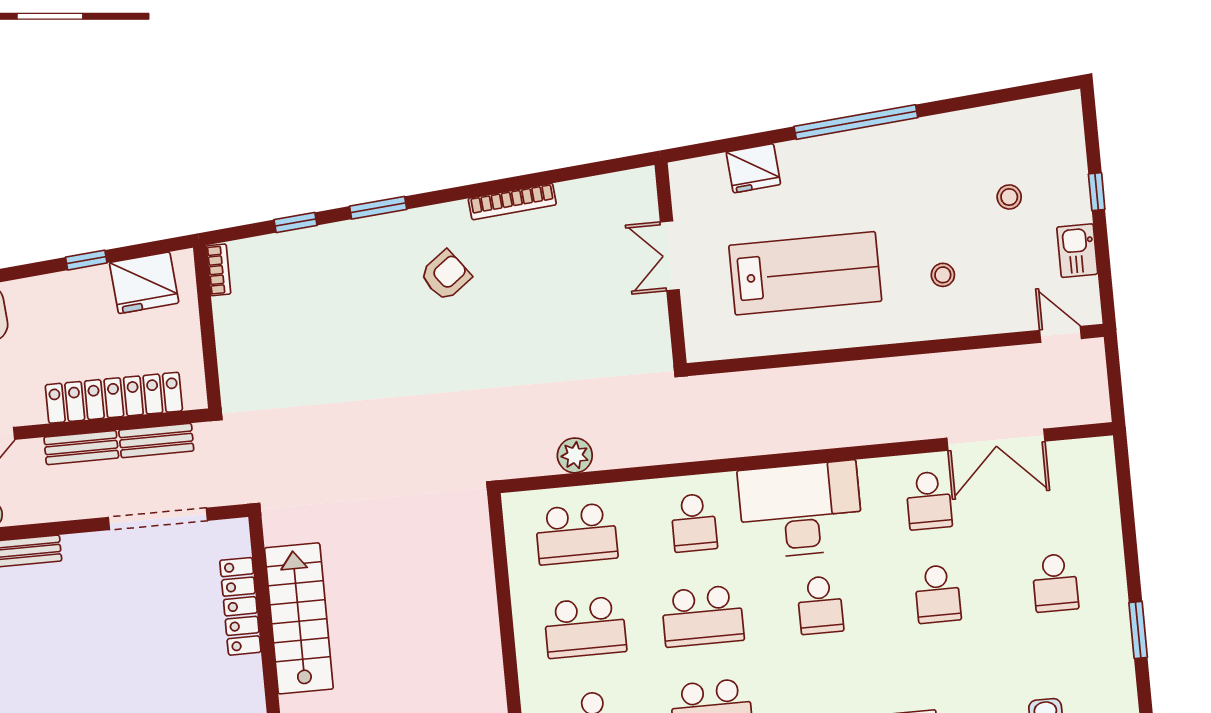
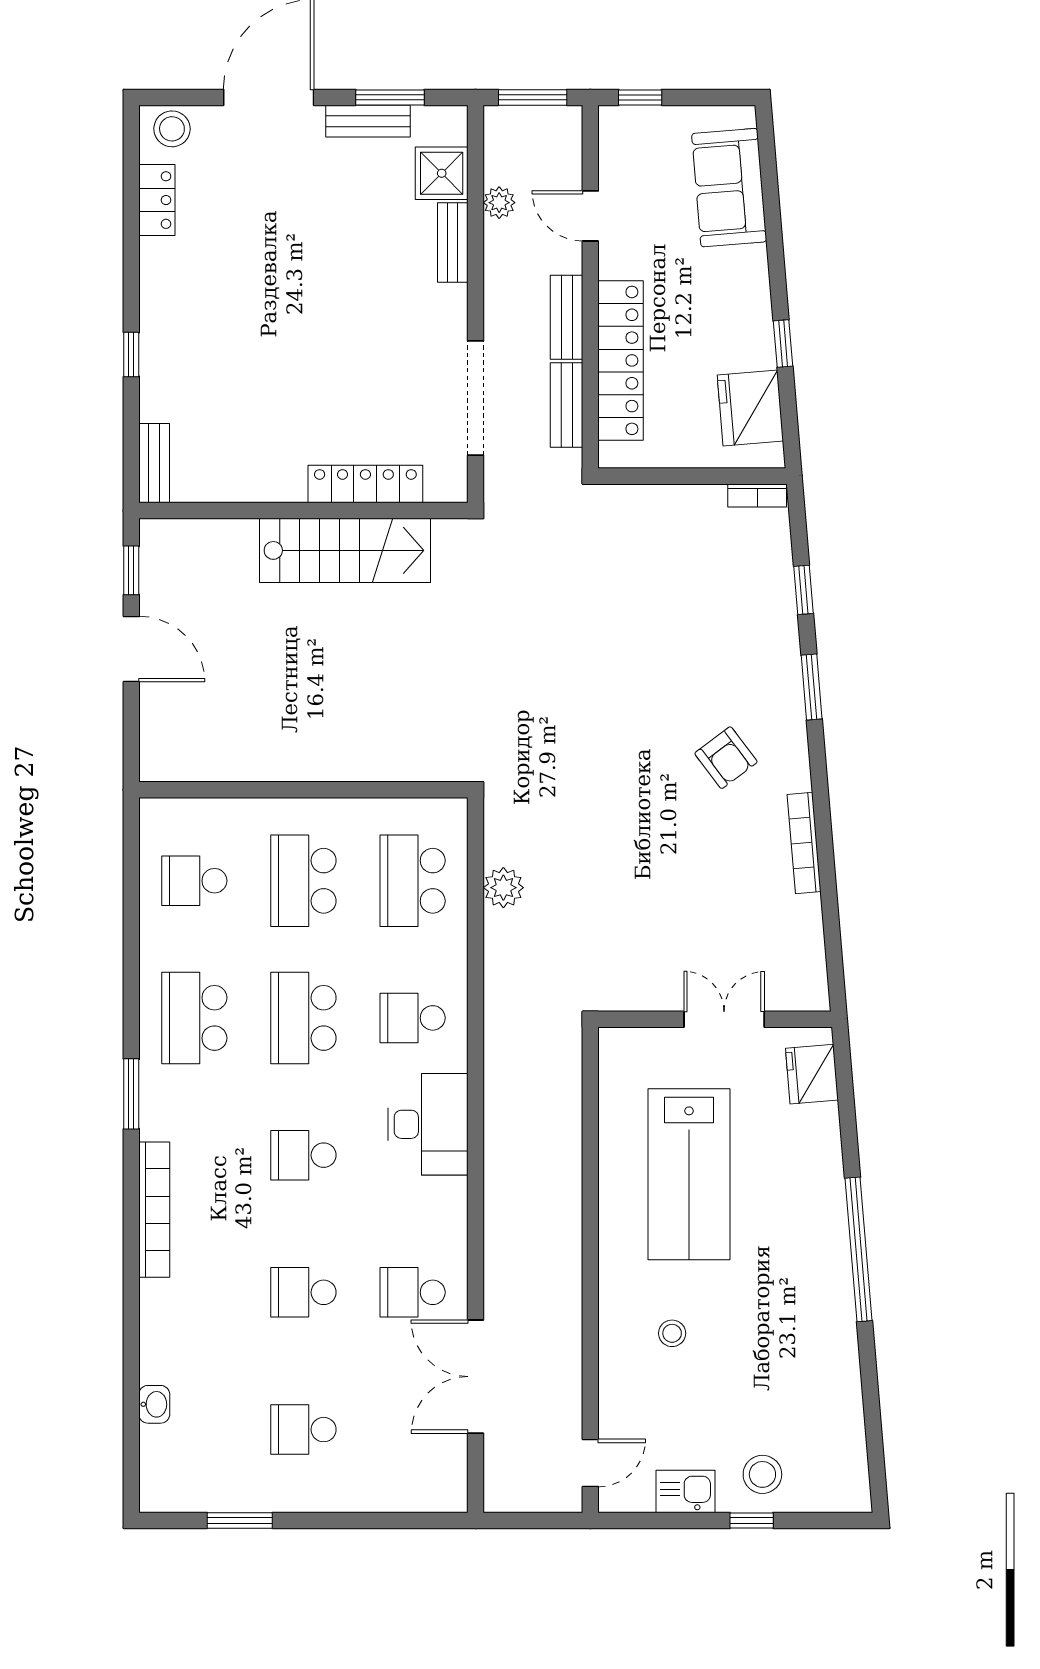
fridge: (753, 168) -> (812, 1074), moved
stool: (1009, 197) -> (762, 1474), moved, width x1.37, depth x1.37
desk: (800, 510) -> (428, 1124), width x0.73, depth x0.77

